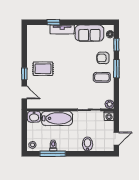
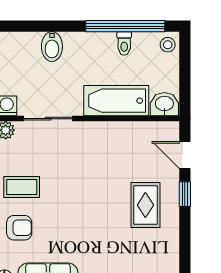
rug: (43, 69) -> (145, 205), turned 90
window: (53, 154) -> (125, 26), width x1.46

